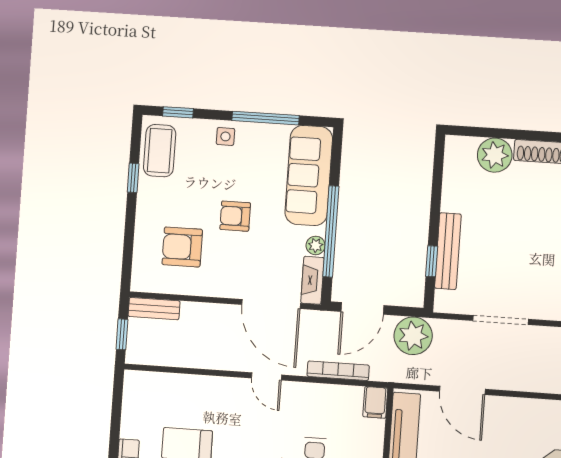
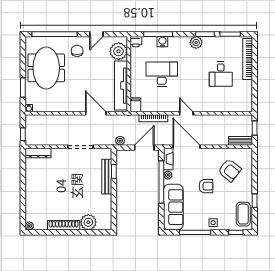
armchair: (182, 247) -> (230, 170), turned 38
plant: (413, 336) -> (120, 141), width x0.53, depth x0.53

